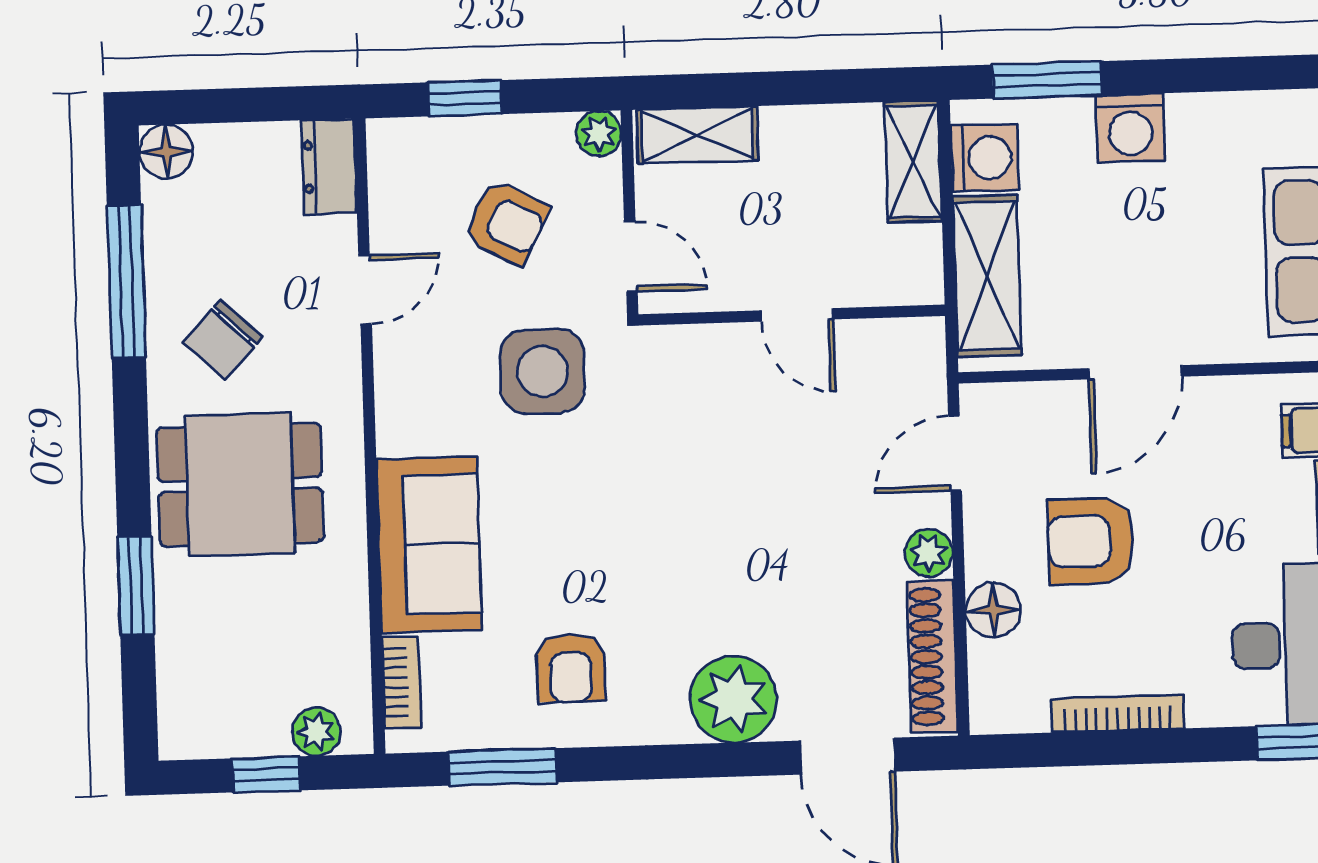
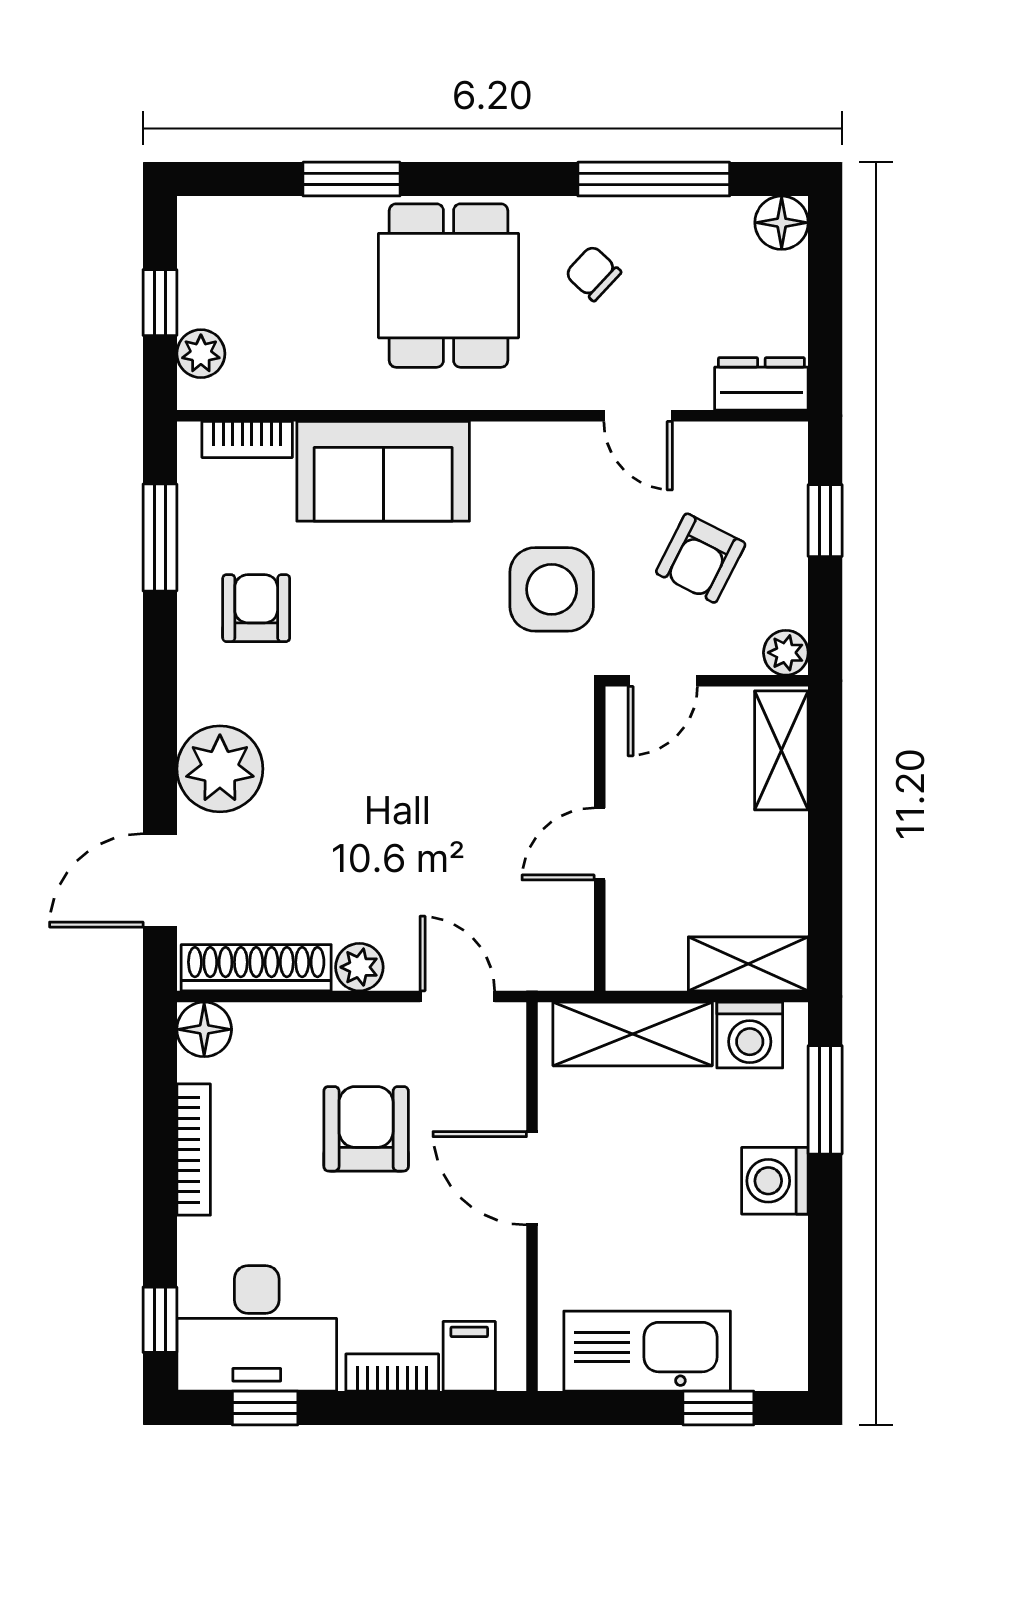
chair: (223, 340) -> (593, 273), width x0.73, depth x0.73
floor lamp: (993, 610) -> (204, 1029), moved
armchair: (571, 668) -> (256, 608), turned 90

